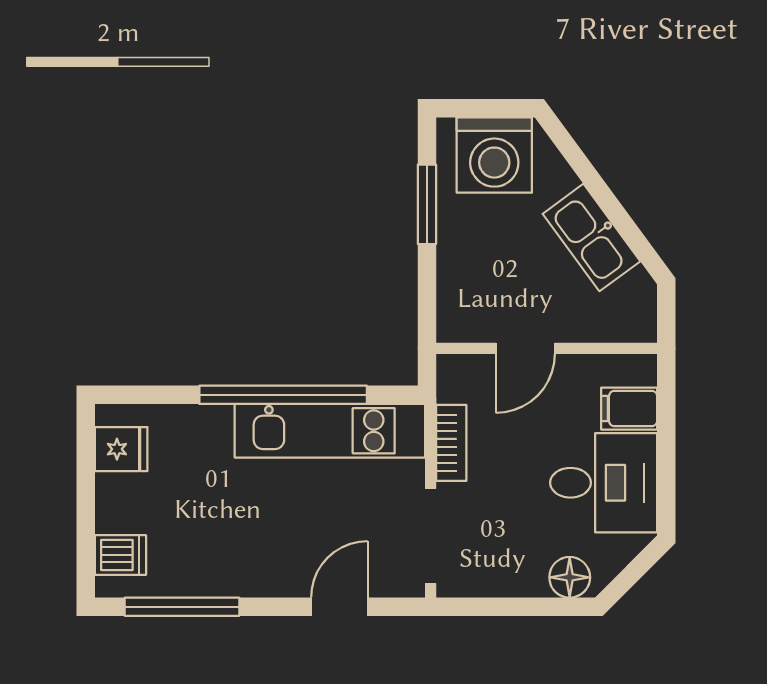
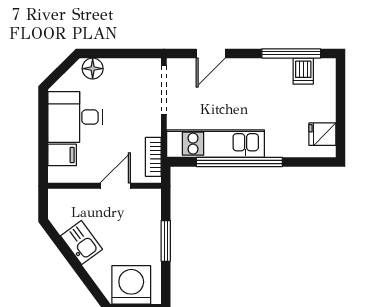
window: (427, 204) -> (166, 241), moved
kitchen sink: (591, 238) -> (81, 243), width x0.73
bookcase: (451, 443) -> (153, 157), moved
dishwasher: (120, 555) -> (303, 71), moved, turned -90

